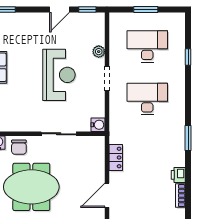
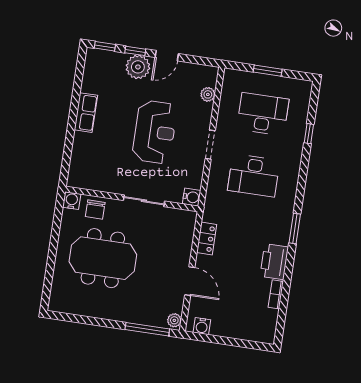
window: (87, 10) -> (135, 51), moved
plant: (37, 23) -> (138, 67), added
plant: (99, 52) -> (208, 94), moved
desk: (147, 99) -> (254, 175), turned 180
printer: (178, 175) -> (274, 262), width x1.87, depth x1.48
door: (107, 195) -> (190, 281), swing flipped

